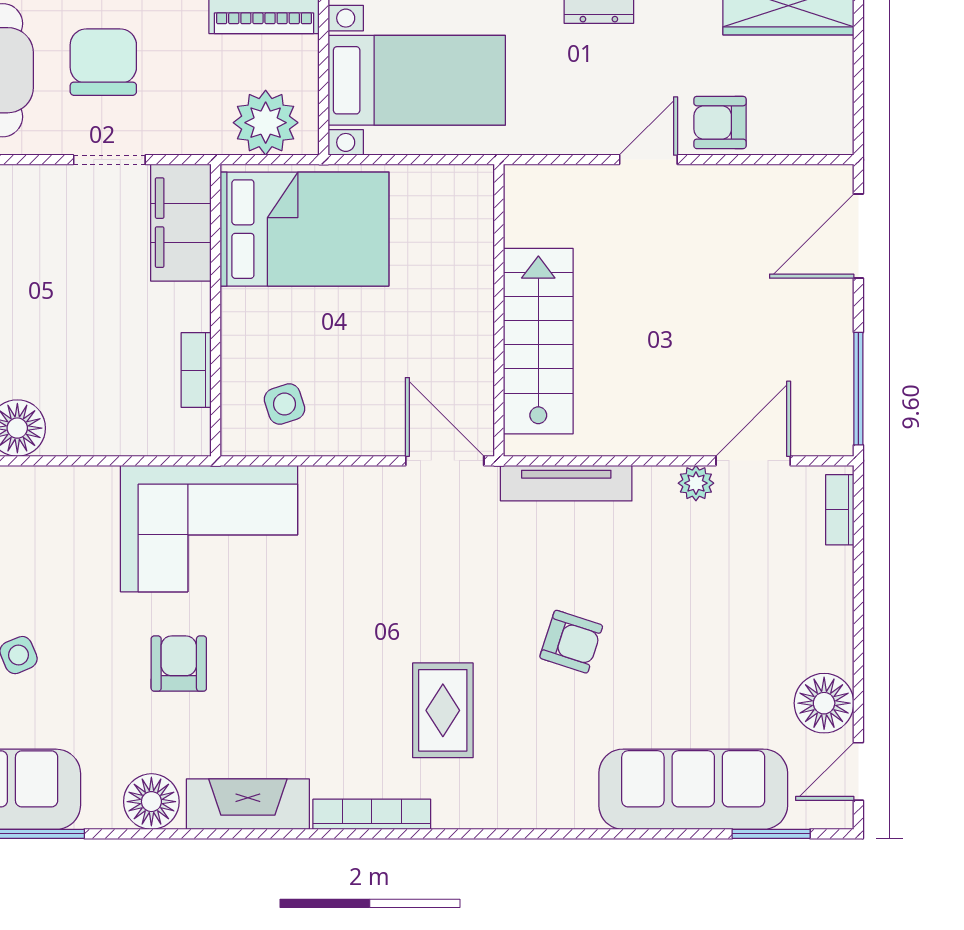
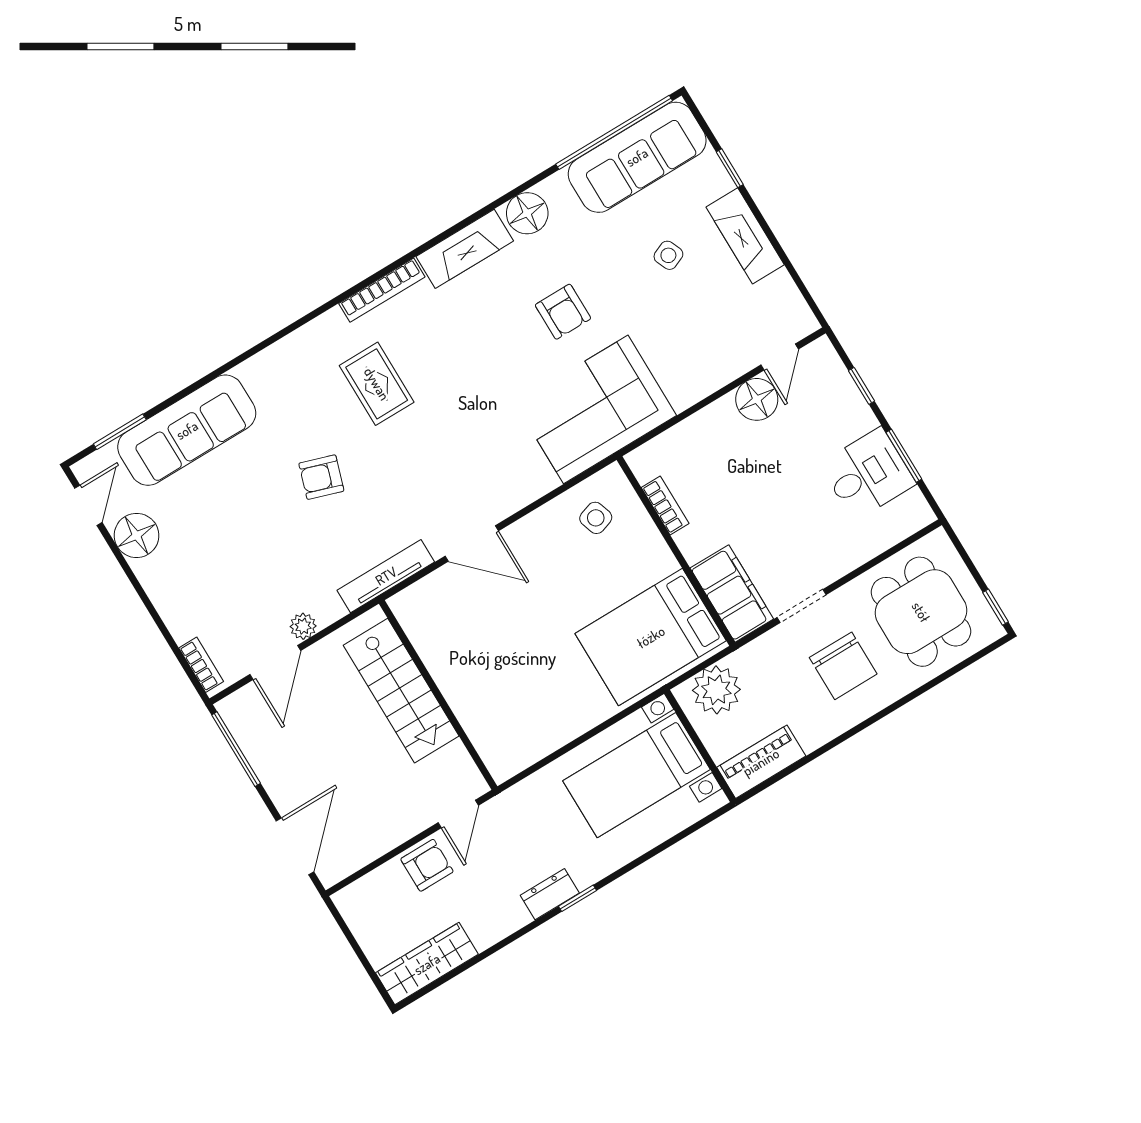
wall: (499, 310) -> (438, 695), moved
stairs: (538, 341) -> (401, 691), moved

